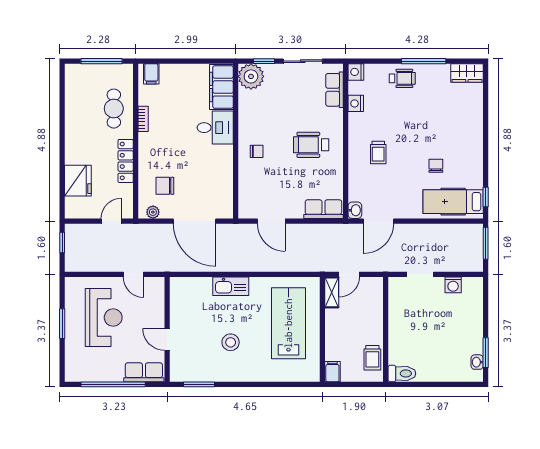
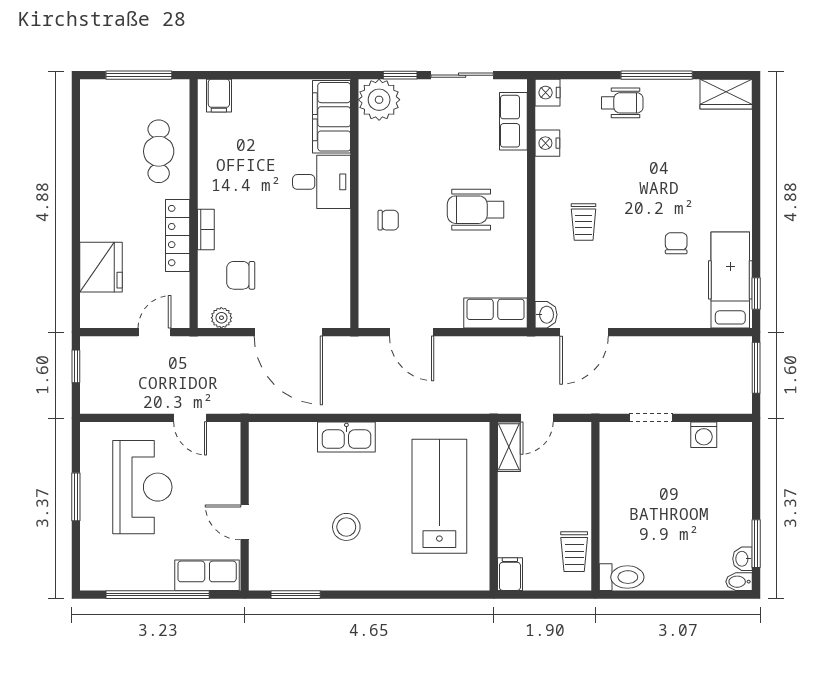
bookcase: (143, 119) -> (206, 229), moved
hospital bed: (453, 202) -> (730, 280), moved, turned 90
bidet: (475, 376) -> (739, 582), added

